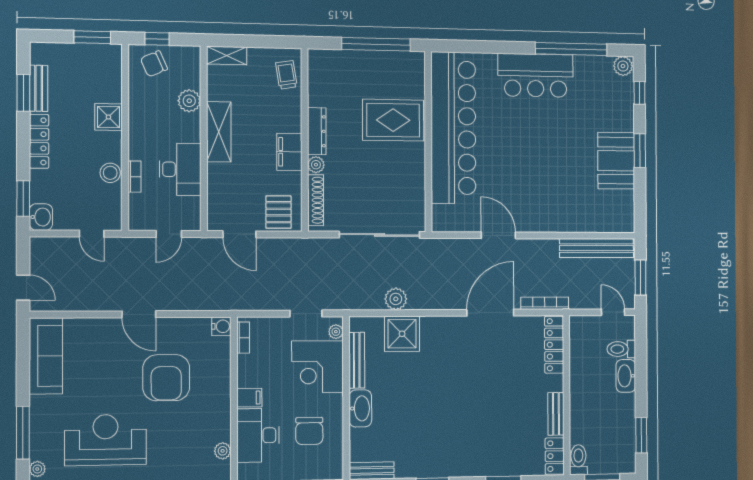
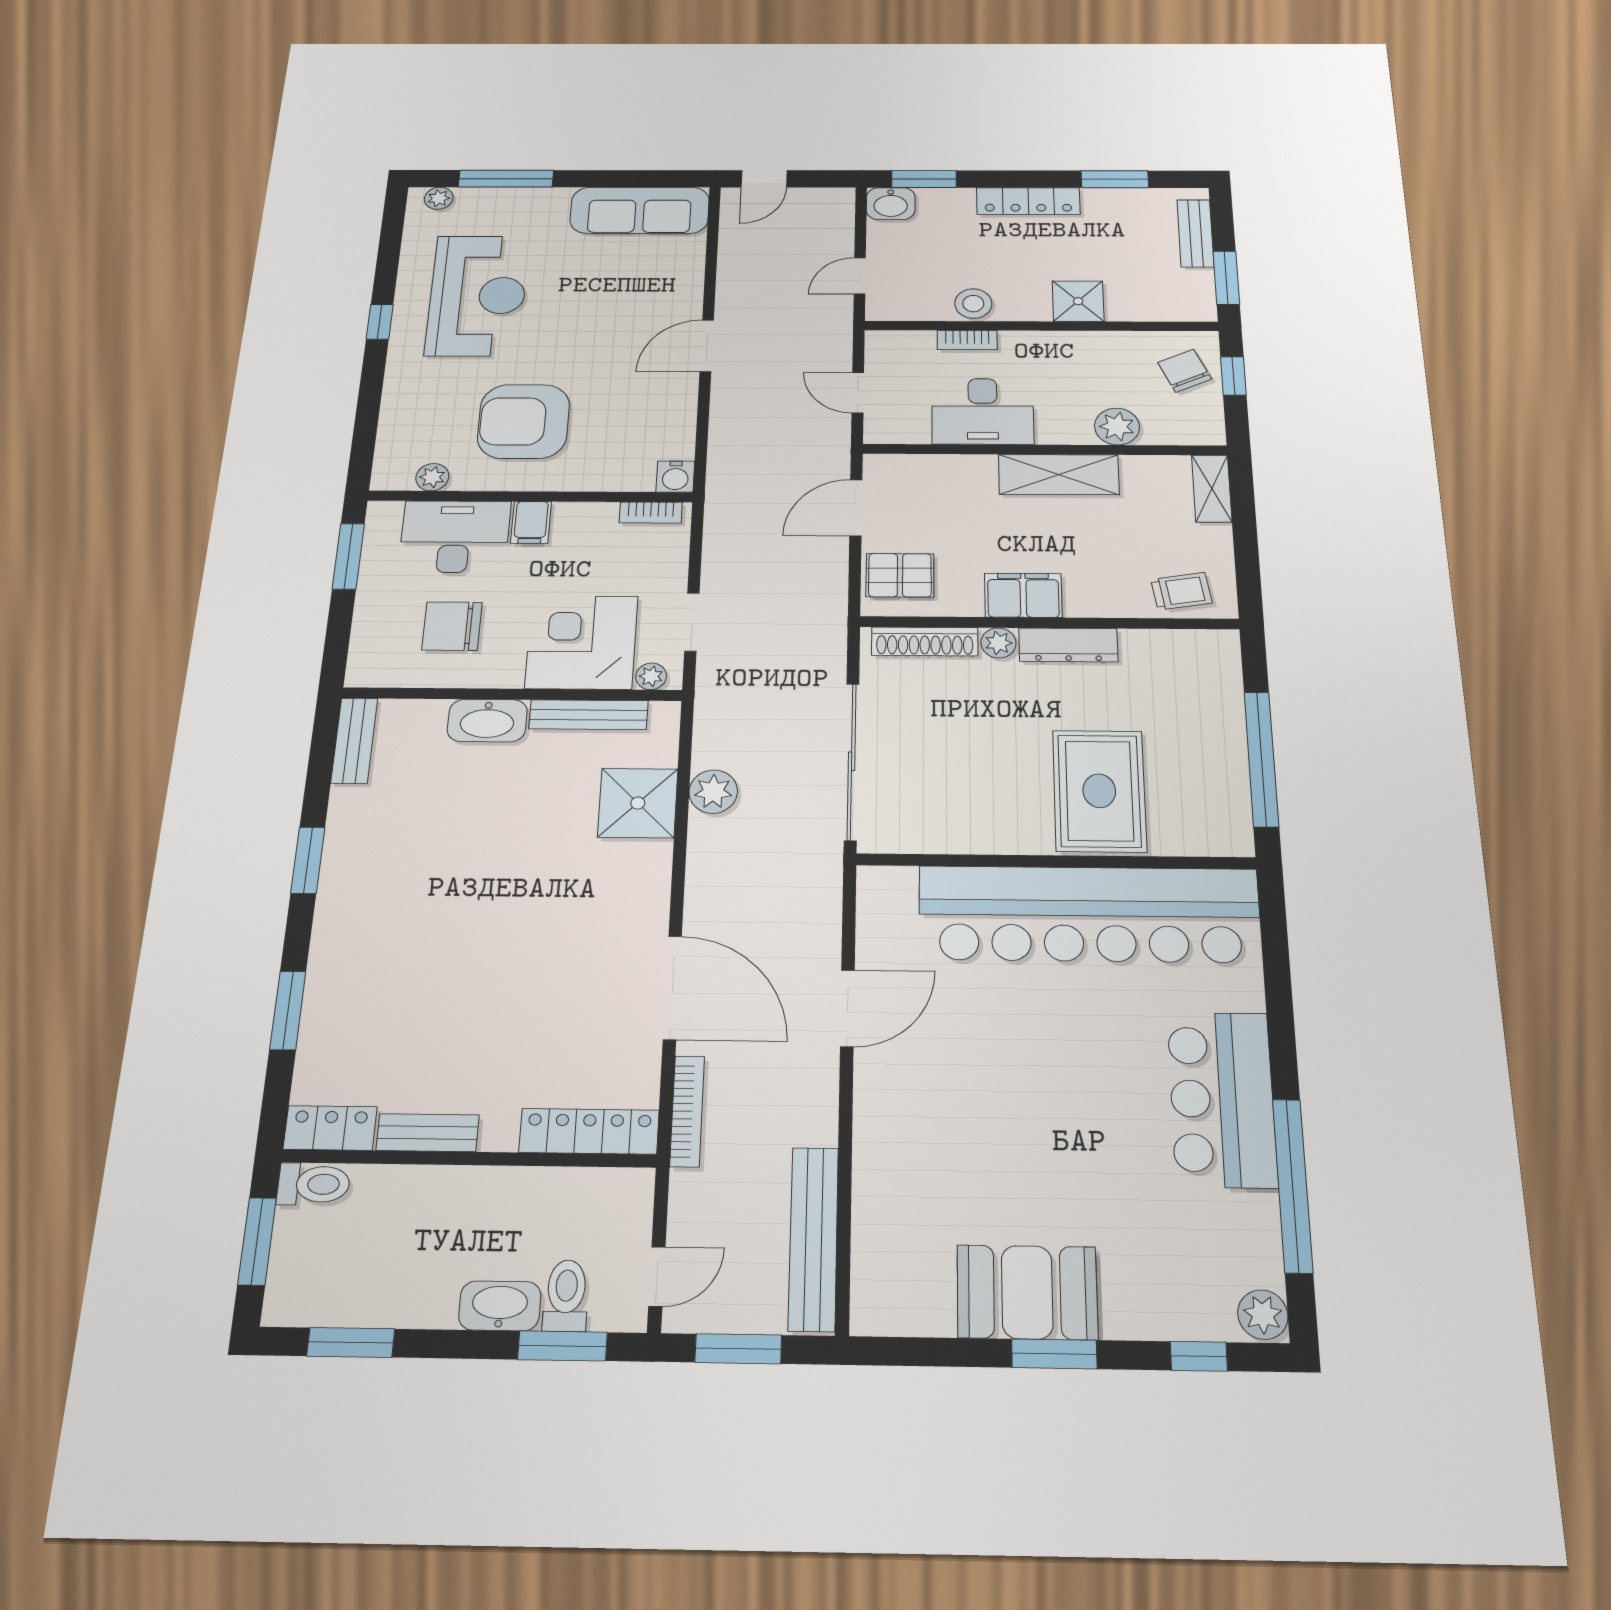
bench: (39, 88) -> (1195, 233), moved, turned 90
window: (641, 349) -> (562, 1346), added
armchair: (166, 378) -> (523, 421), moved

